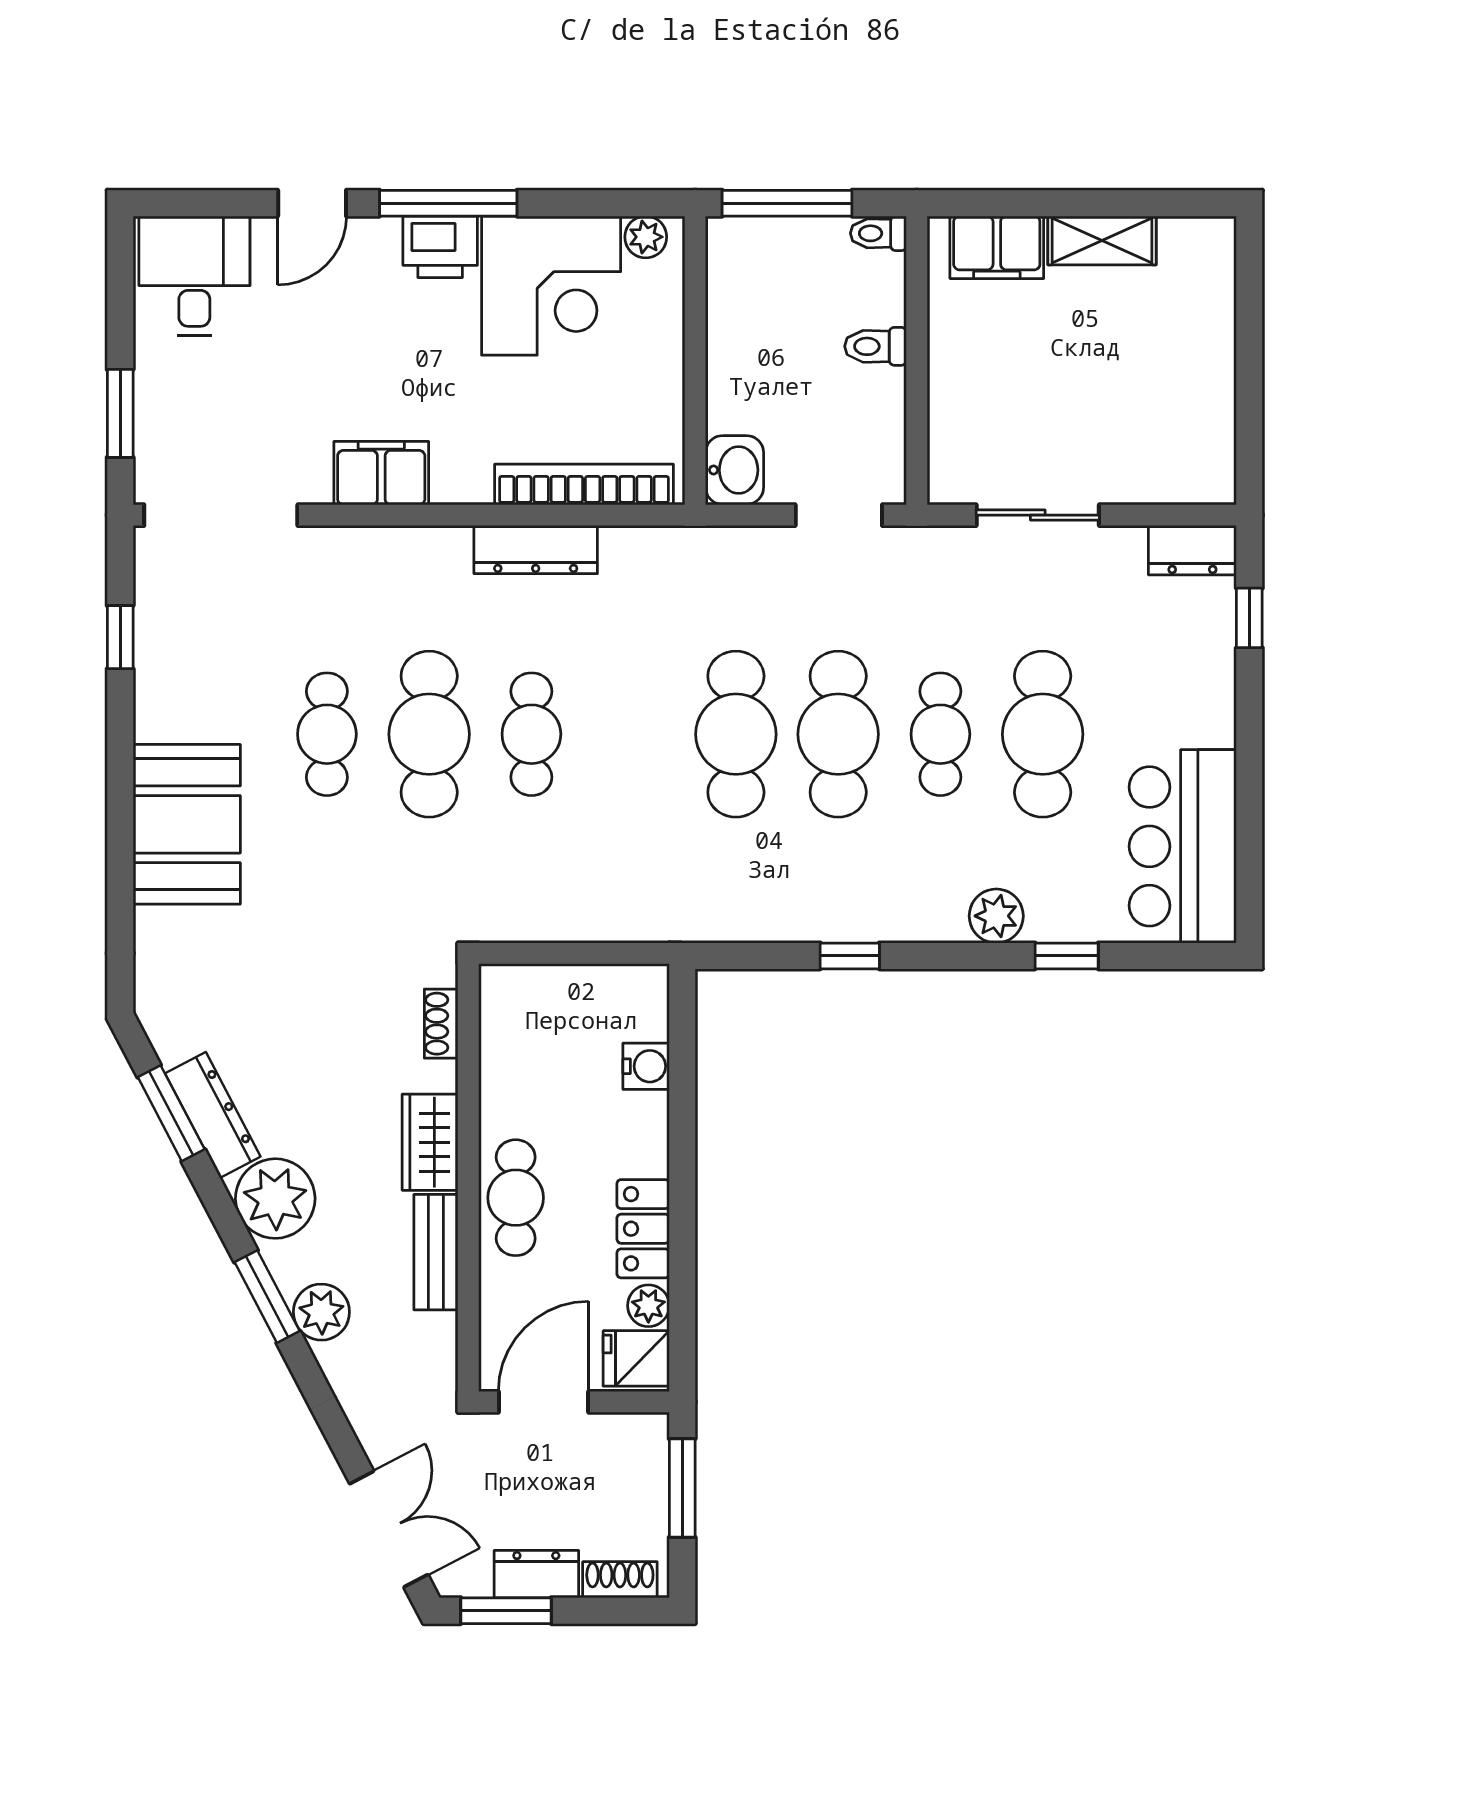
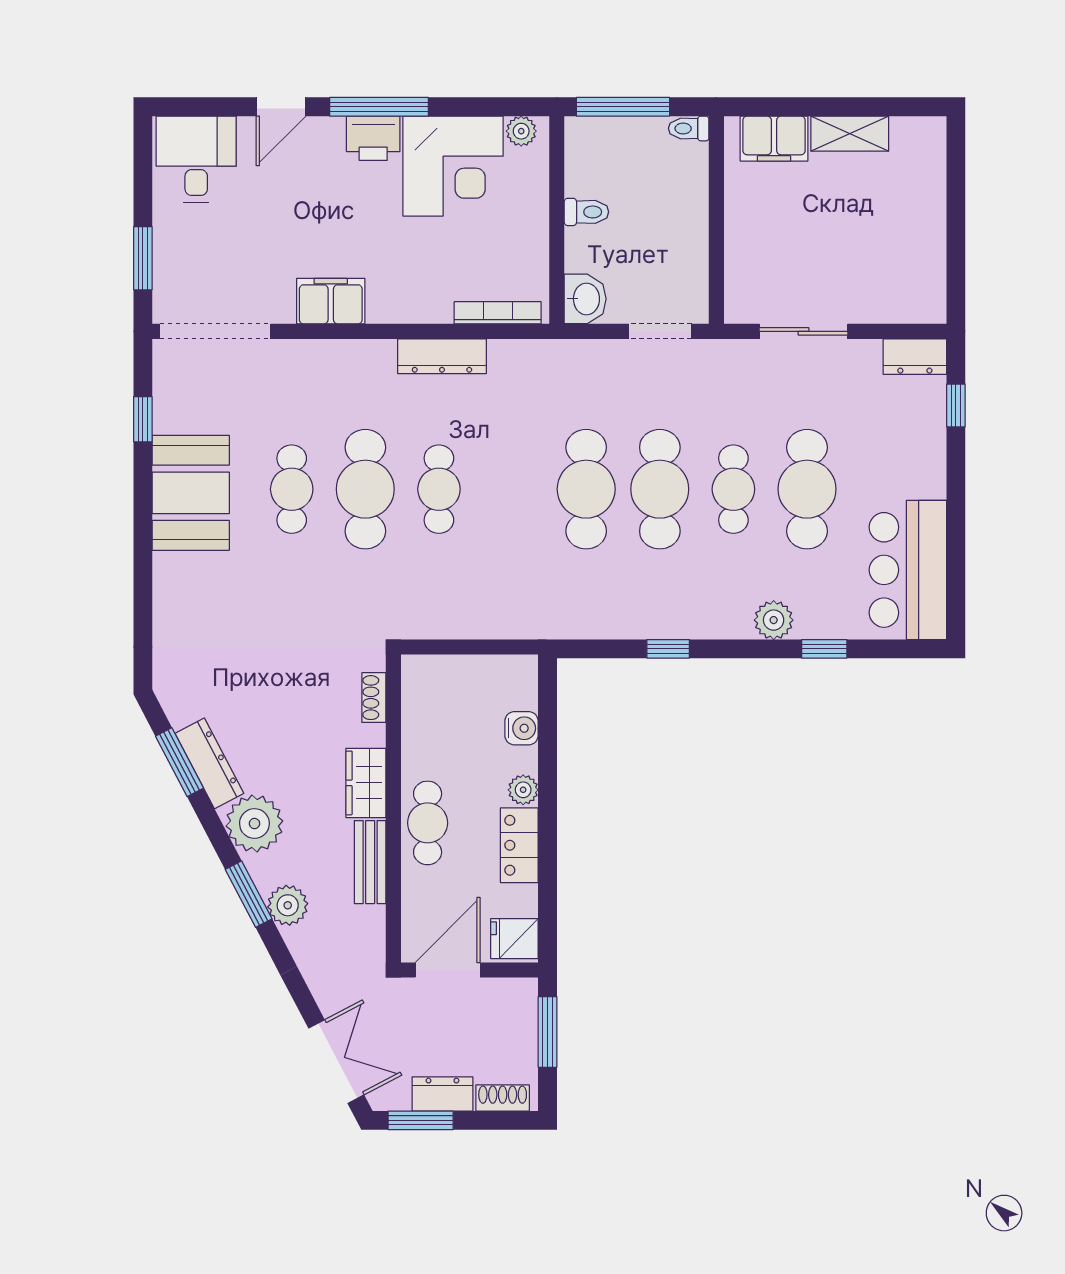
toilet: (876, 346) -> (586, 212), moved, turned 180
bookcase: (584, 484) -> (498, 313), width x0.68, depth x0.76
booth: (187, 824) -> (191, 493), moved
plant: (648, 1306) -> (523, 790), moved

